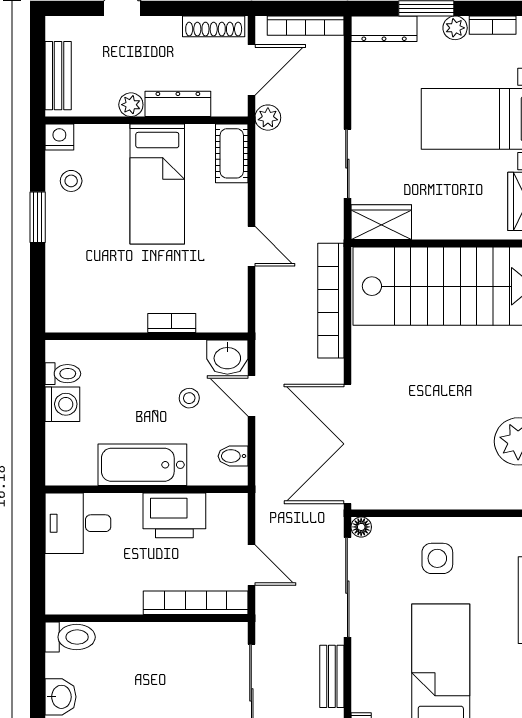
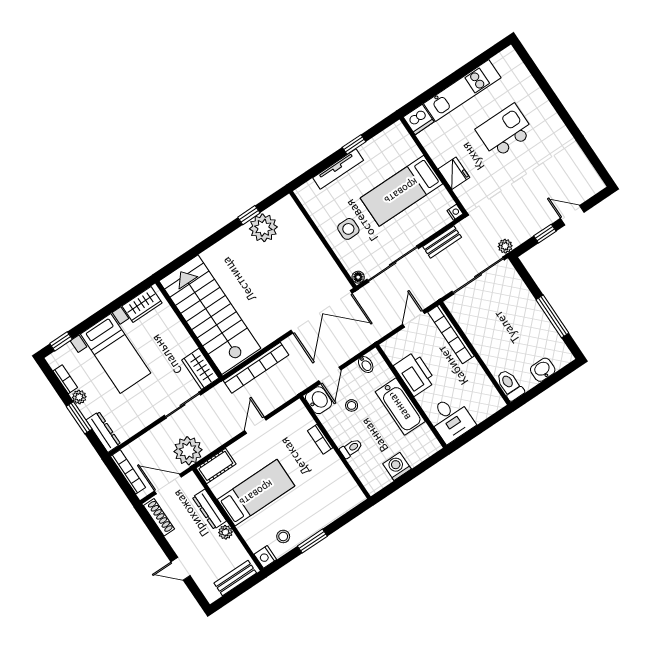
plant: (268, 118) -> (188, 451), width x1.87, depth x1.87
toilet: (63, 374) -> (351, 448), moved, turned 90

